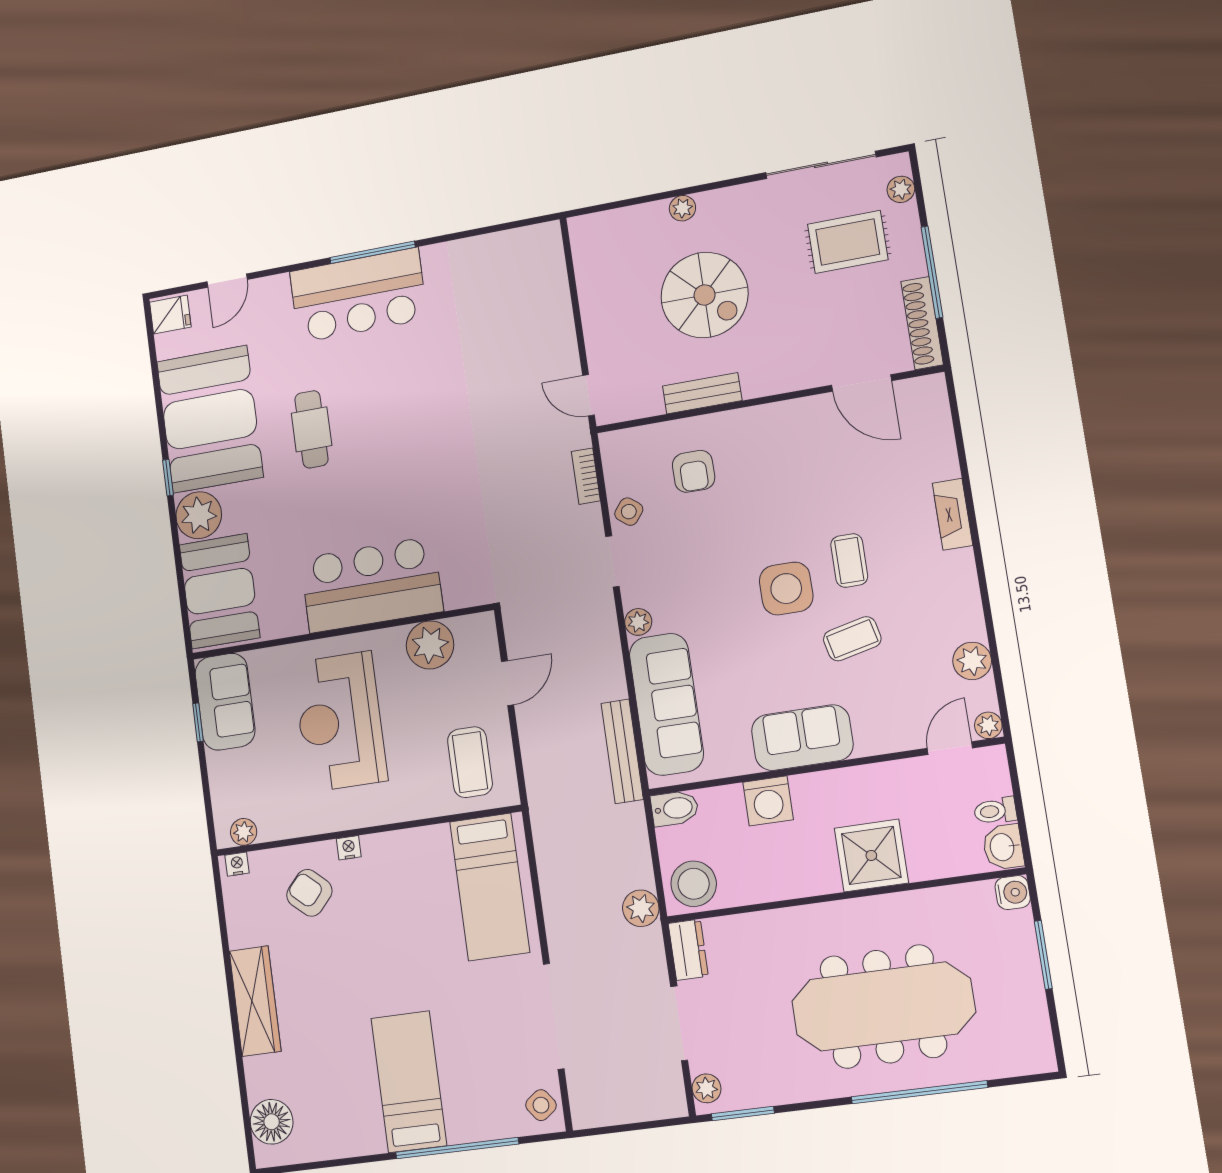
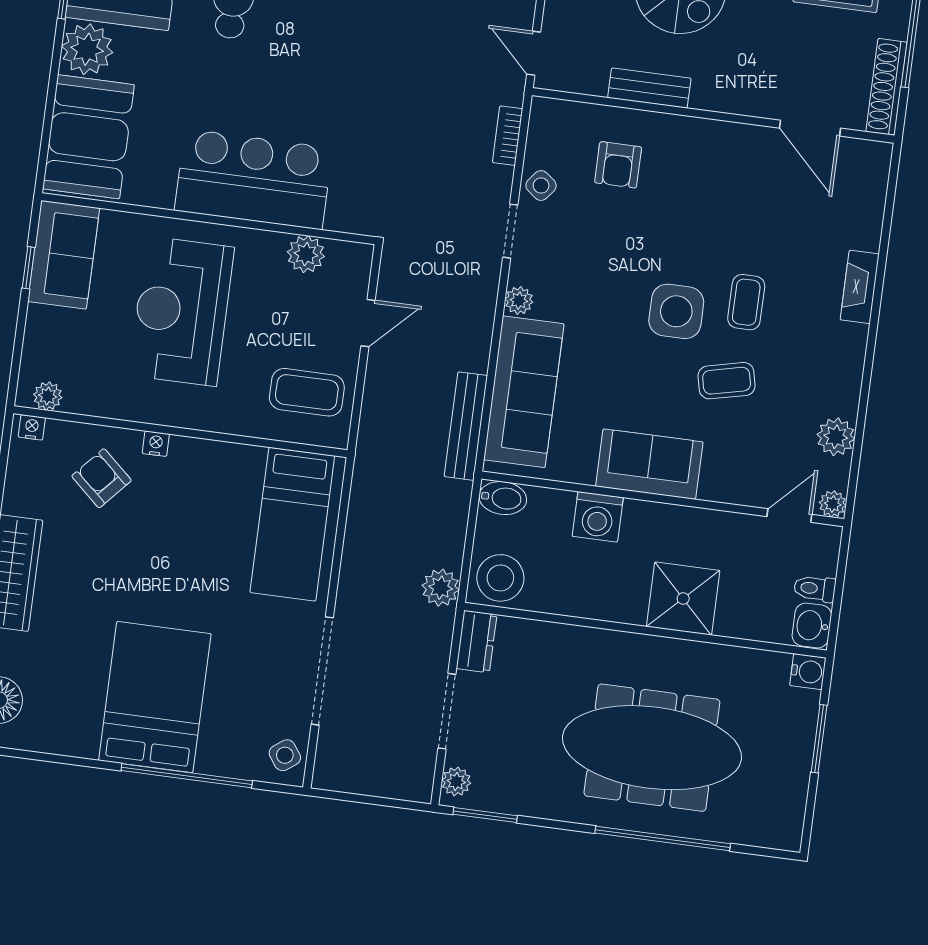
plant: (430, 645) -> (306, 254), width x0.73, depth x0.73
coffee table: (470, 762) -> (307, 392), turned 90
bed: (409, 1082) -> (155, 697), width x1.50

